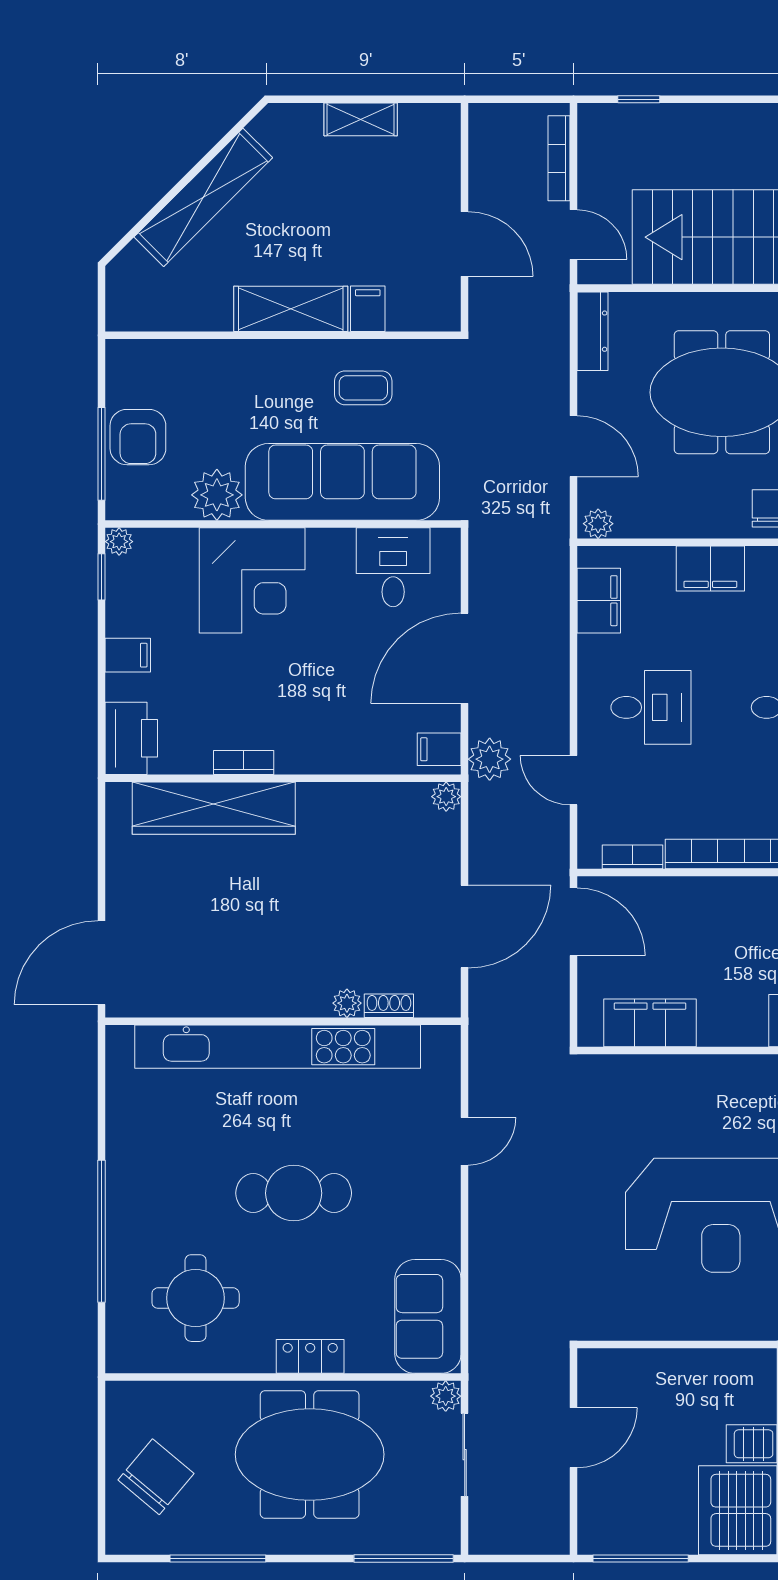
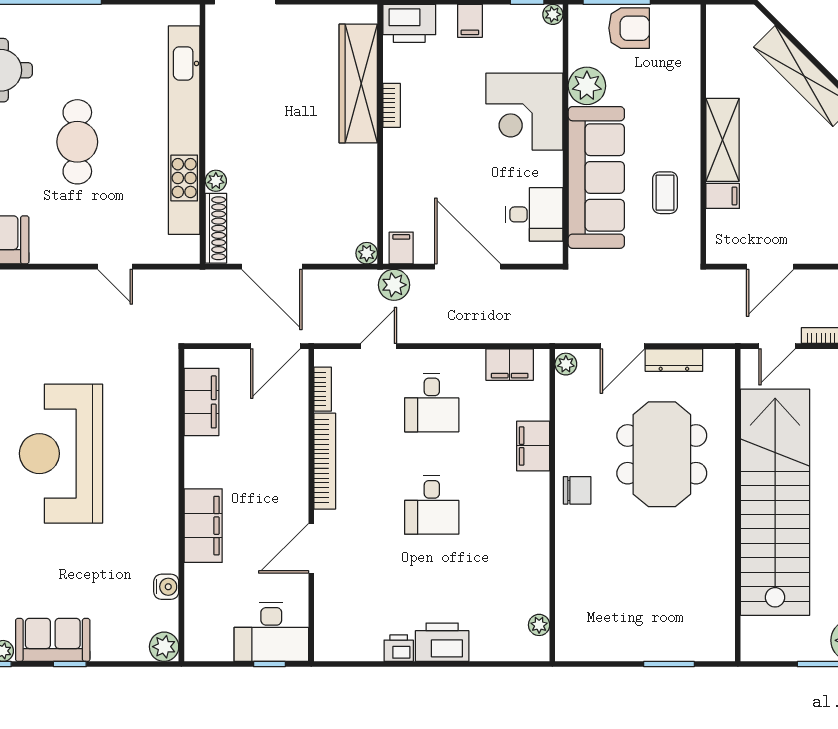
dresser: (593, 331) -> (674, 360), moved
armchair: (138, 437) -> (629, 28), turned 180
shoe rack: (389, 1006) -> (216, 228), width x1.94, depth x1.24

